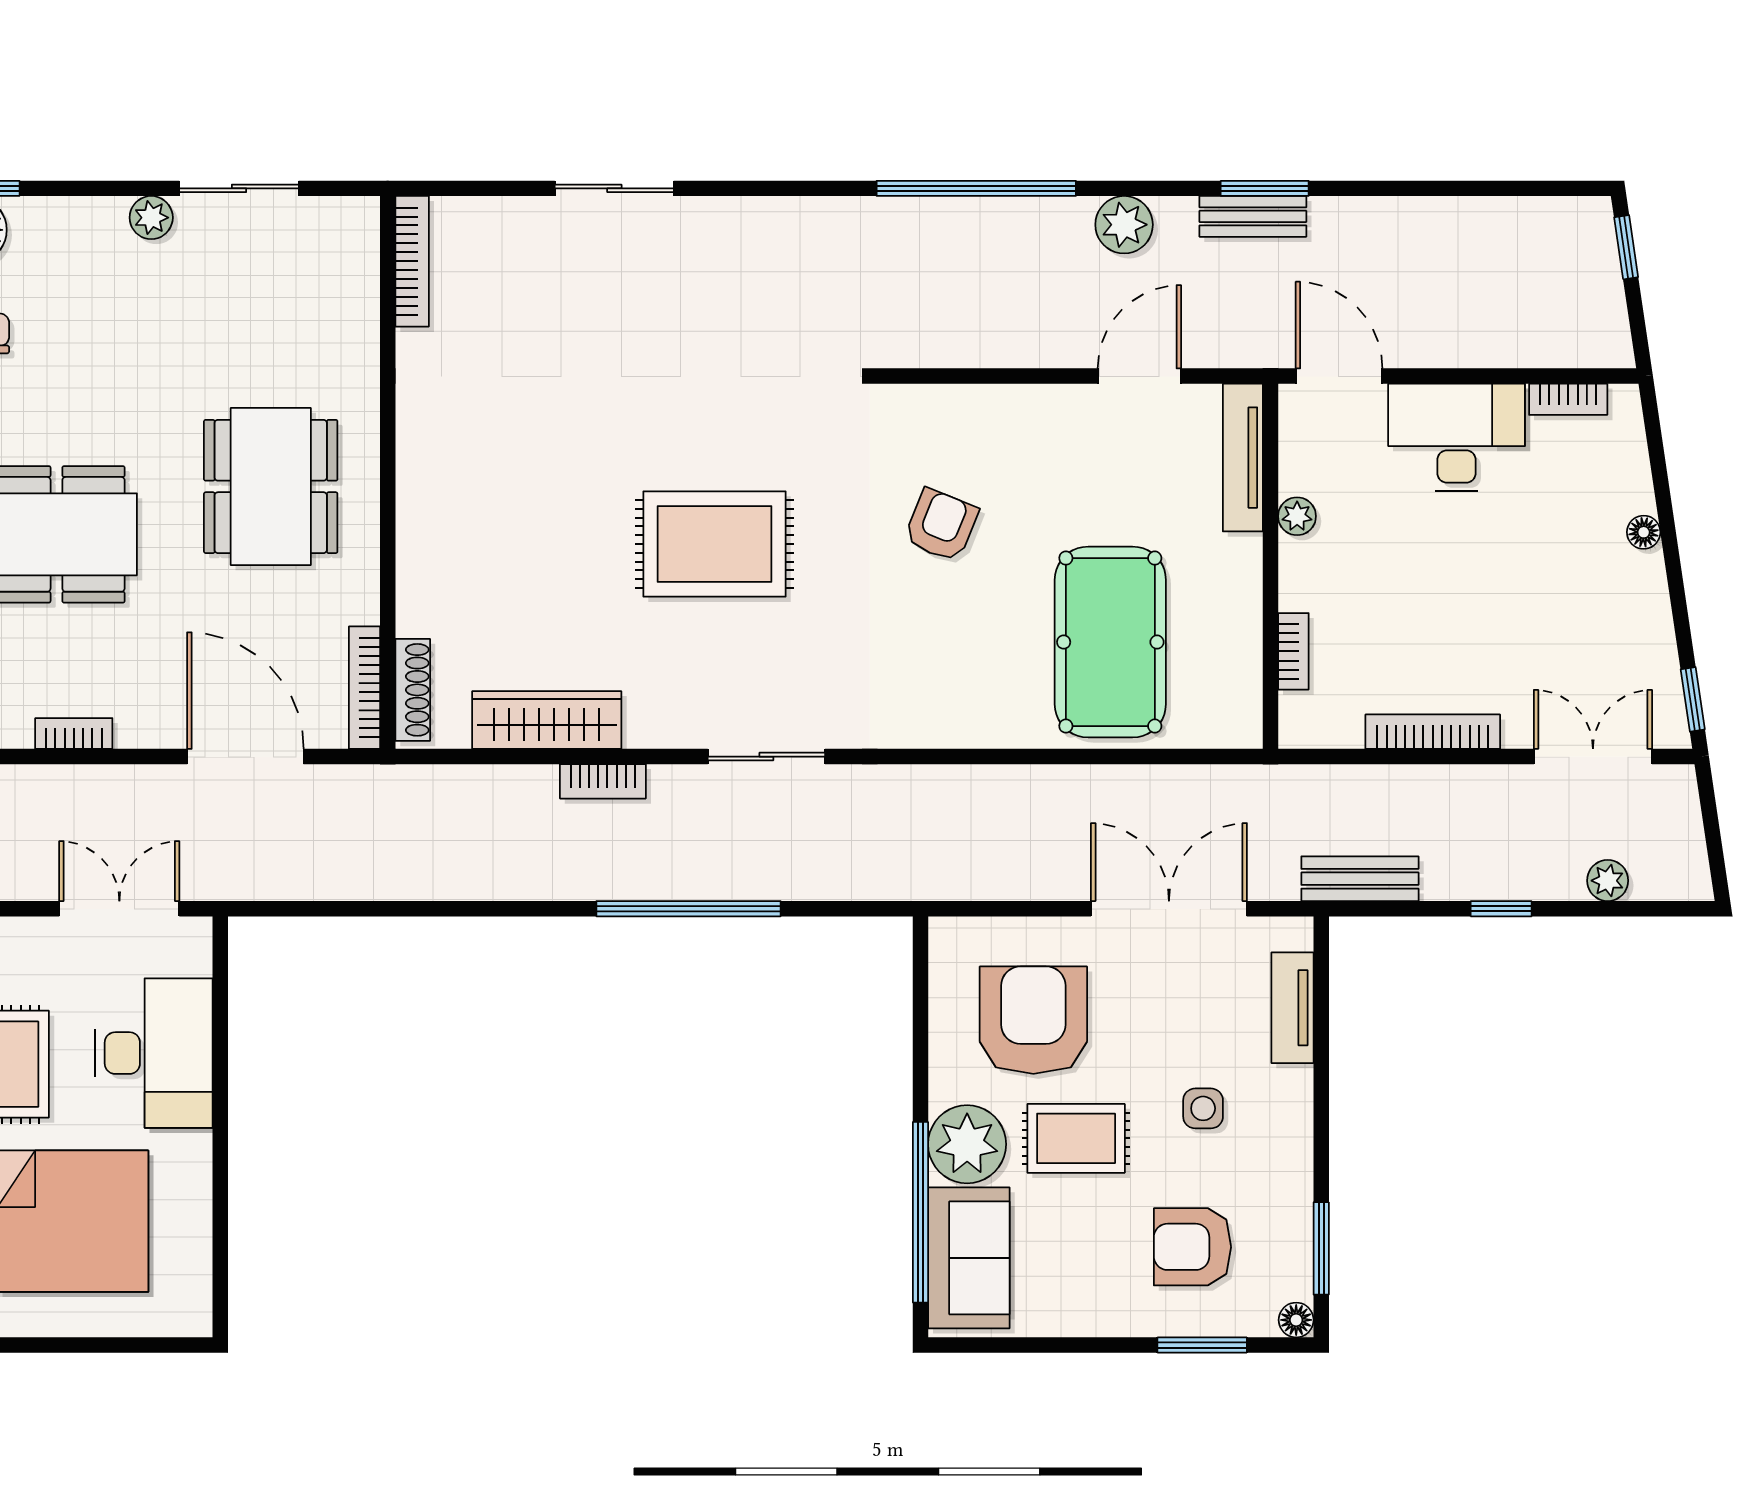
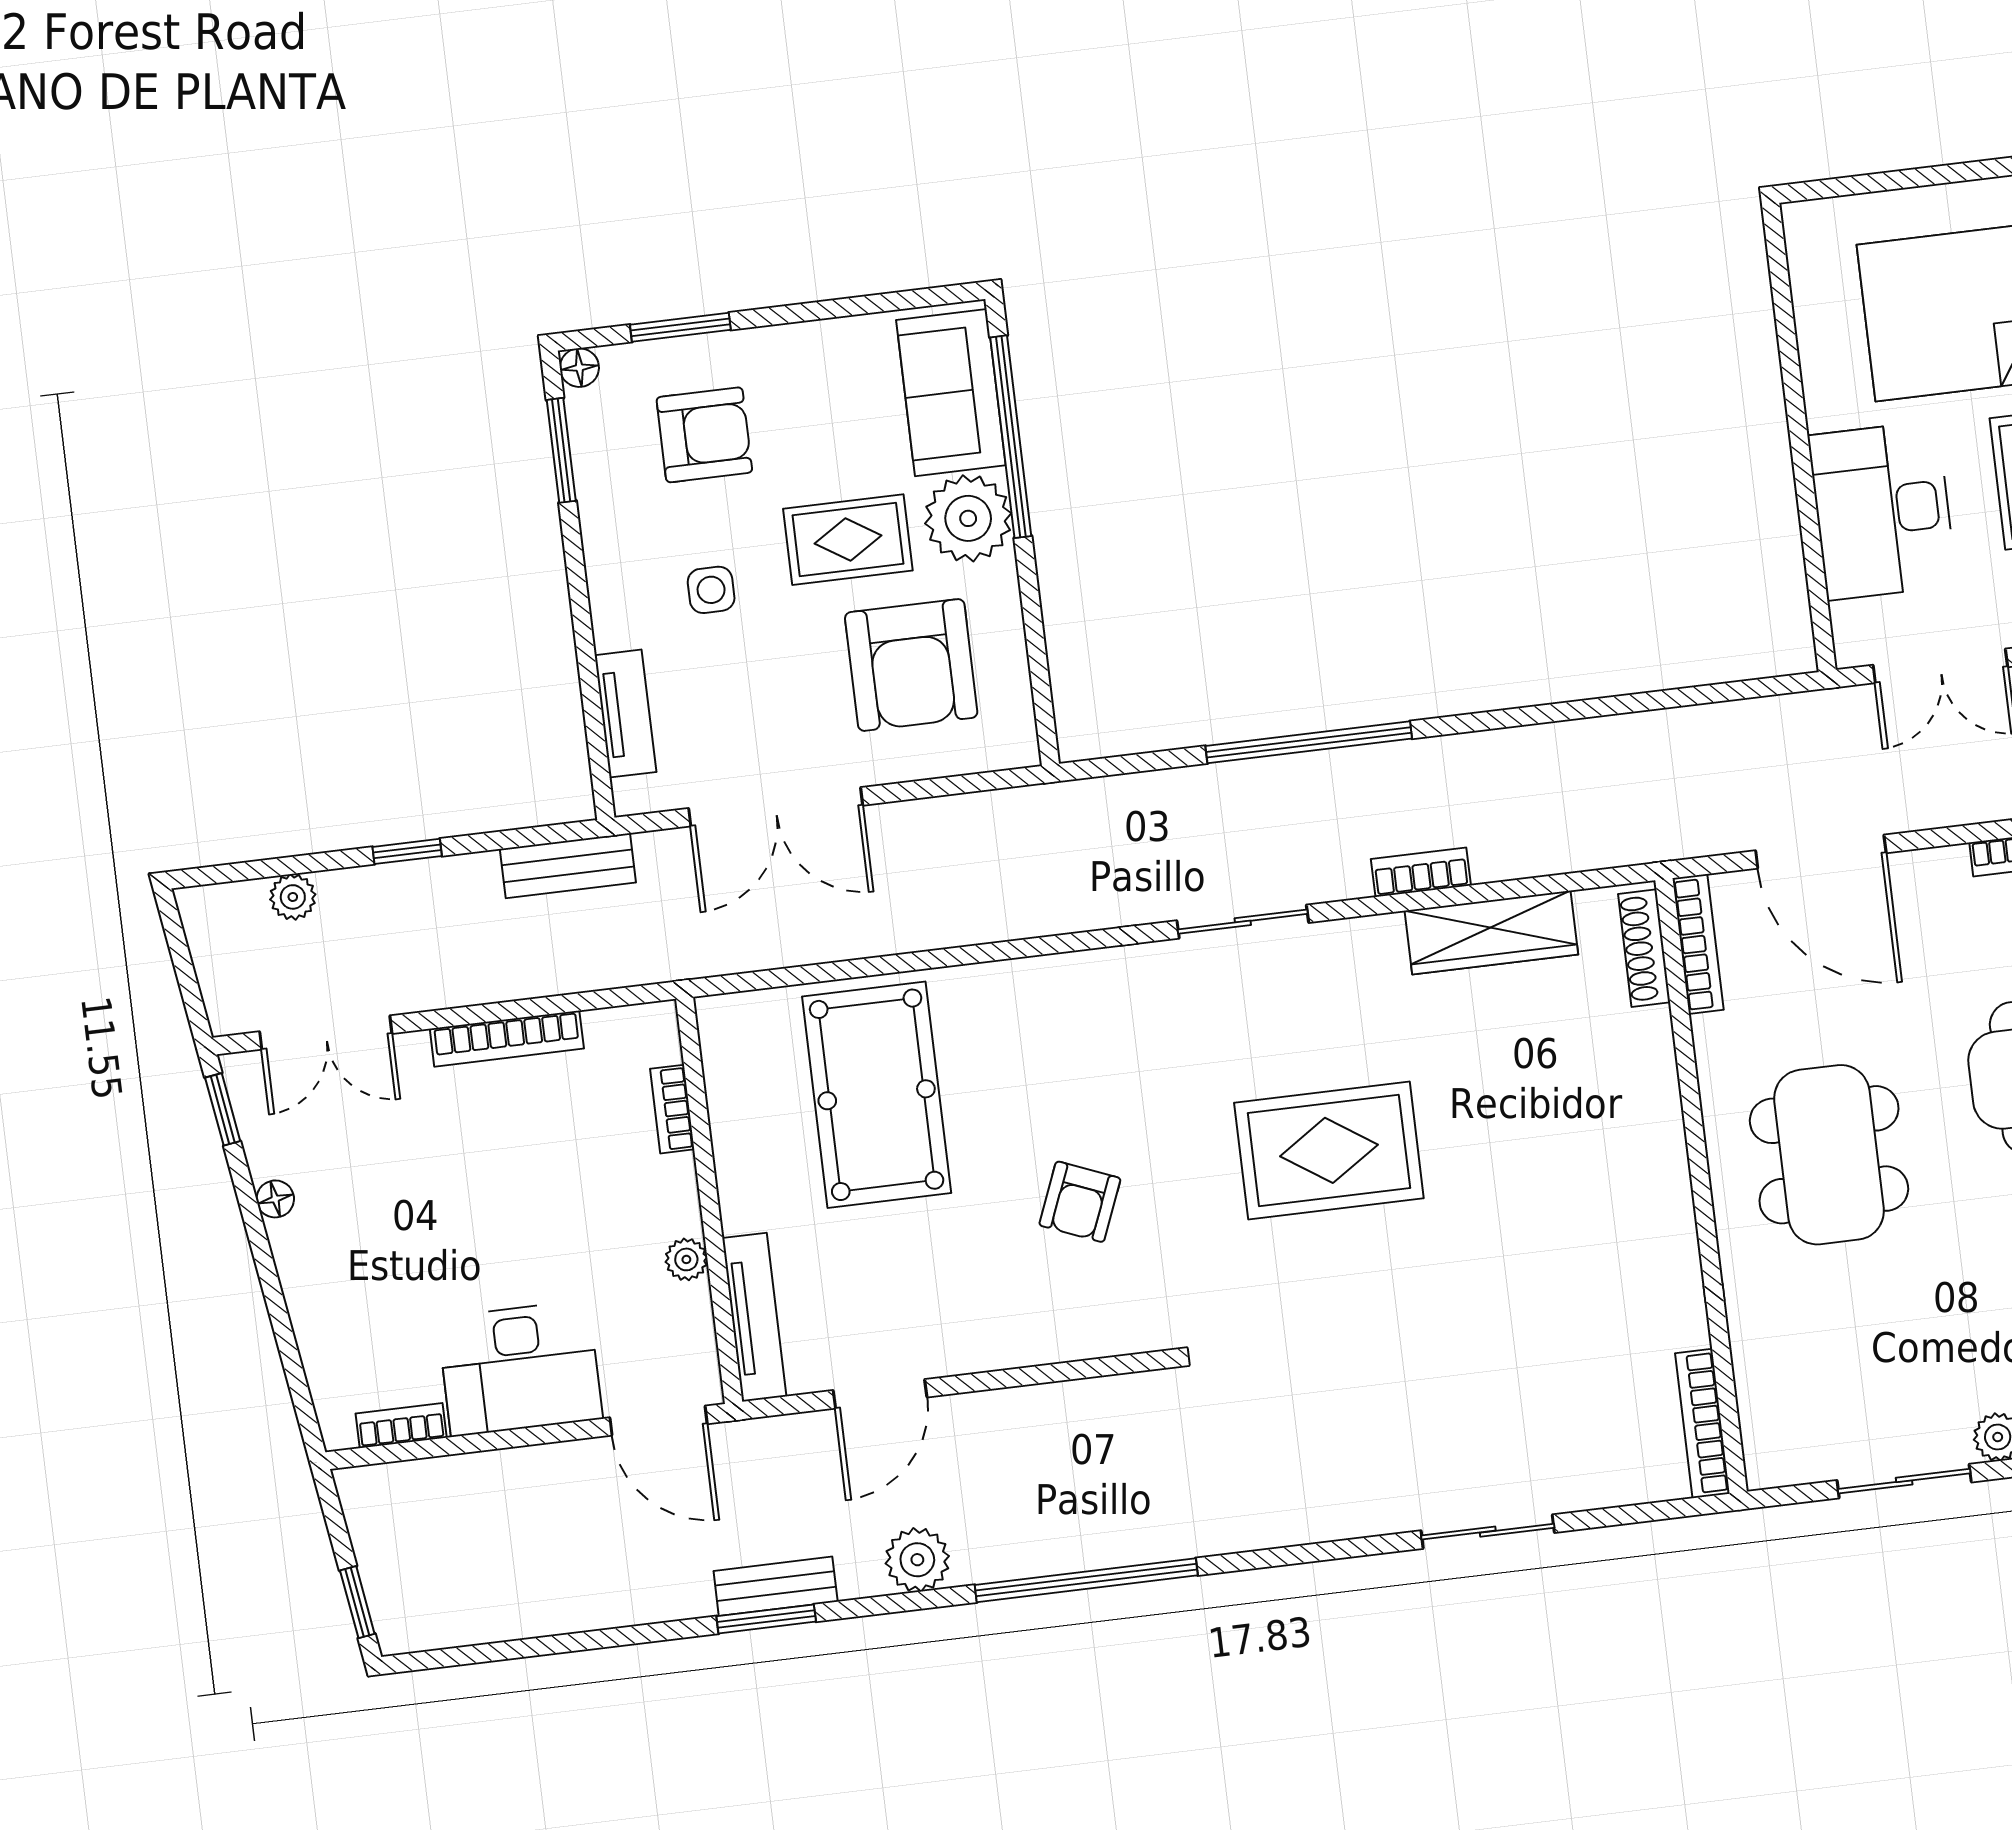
floor lamp: (1644, 532) -> (275, 1199), moved

